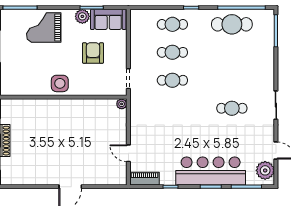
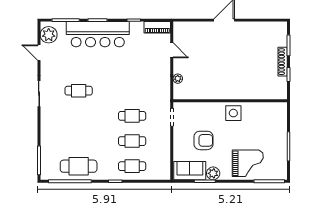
armchair: (93, 53) -> (203, 140), turned -90
plant: (122, 104) -> (178, 79), moved

